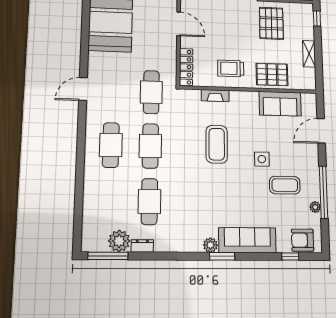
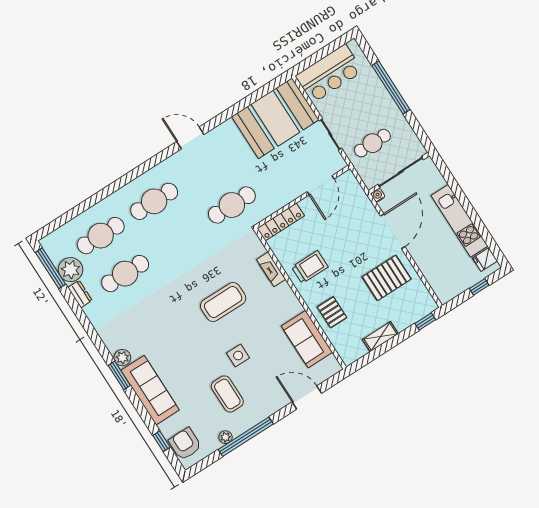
trolley: (231, 68) -> (310, 267), turned 90
pallet: (272, 74) -> (332, 312), width x0.67, depth x0.71
cafe table: (150, 146) -> (101, 236), moved

